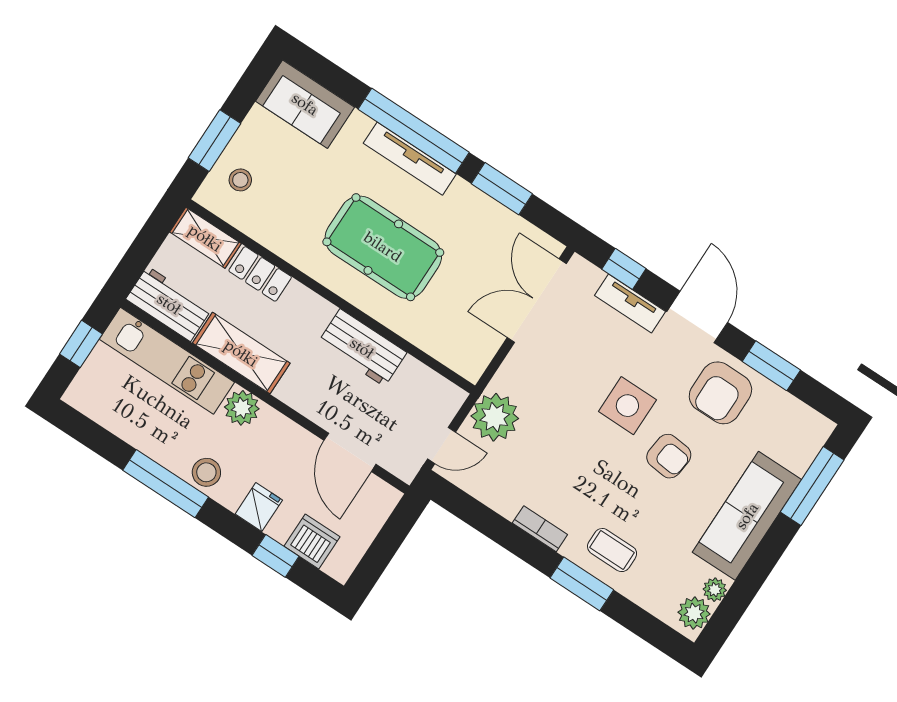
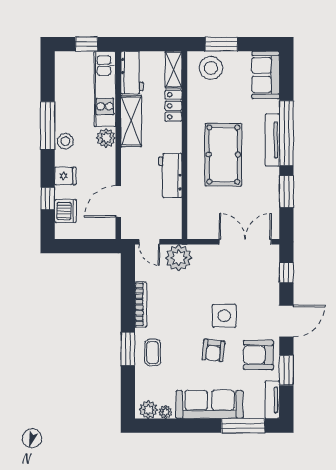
stool: (240, 180) -> (211, 68), width x1.89, depth x1.89
tv unit: (630, 304) -> (272, 400), moved
bookcase: (540, 529) -> (141, 304), width x1.56

